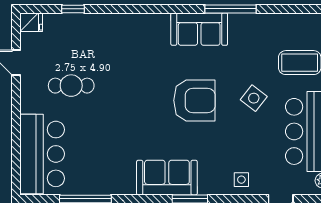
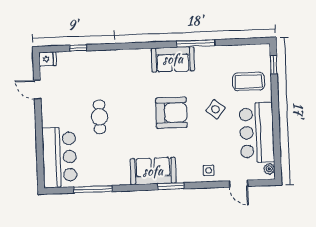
cafe table: (71, 86) -> (100, 117), moved, turned 90

